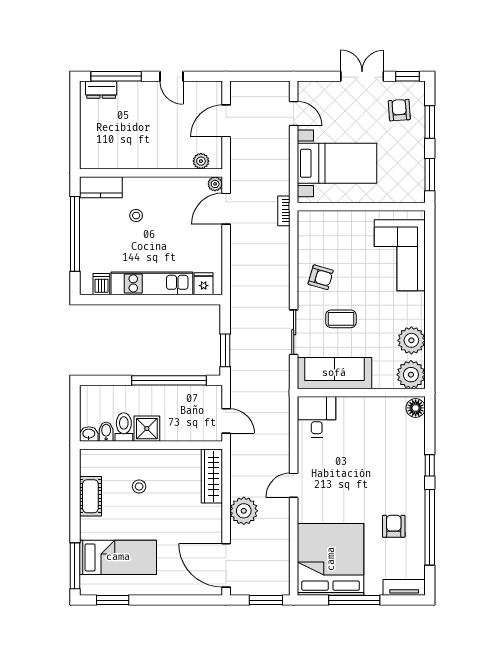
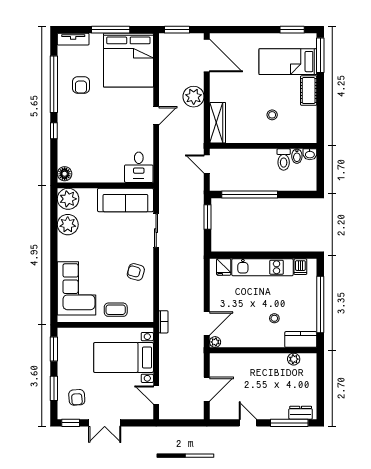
plant: (201, 161) -> (294, 359), moved
coffee table: (341, 319) -> (116, 310), moved
shower: (147, 429) -> (266, 158), removed
cot: (90, 496) -> (309, 91), moved

